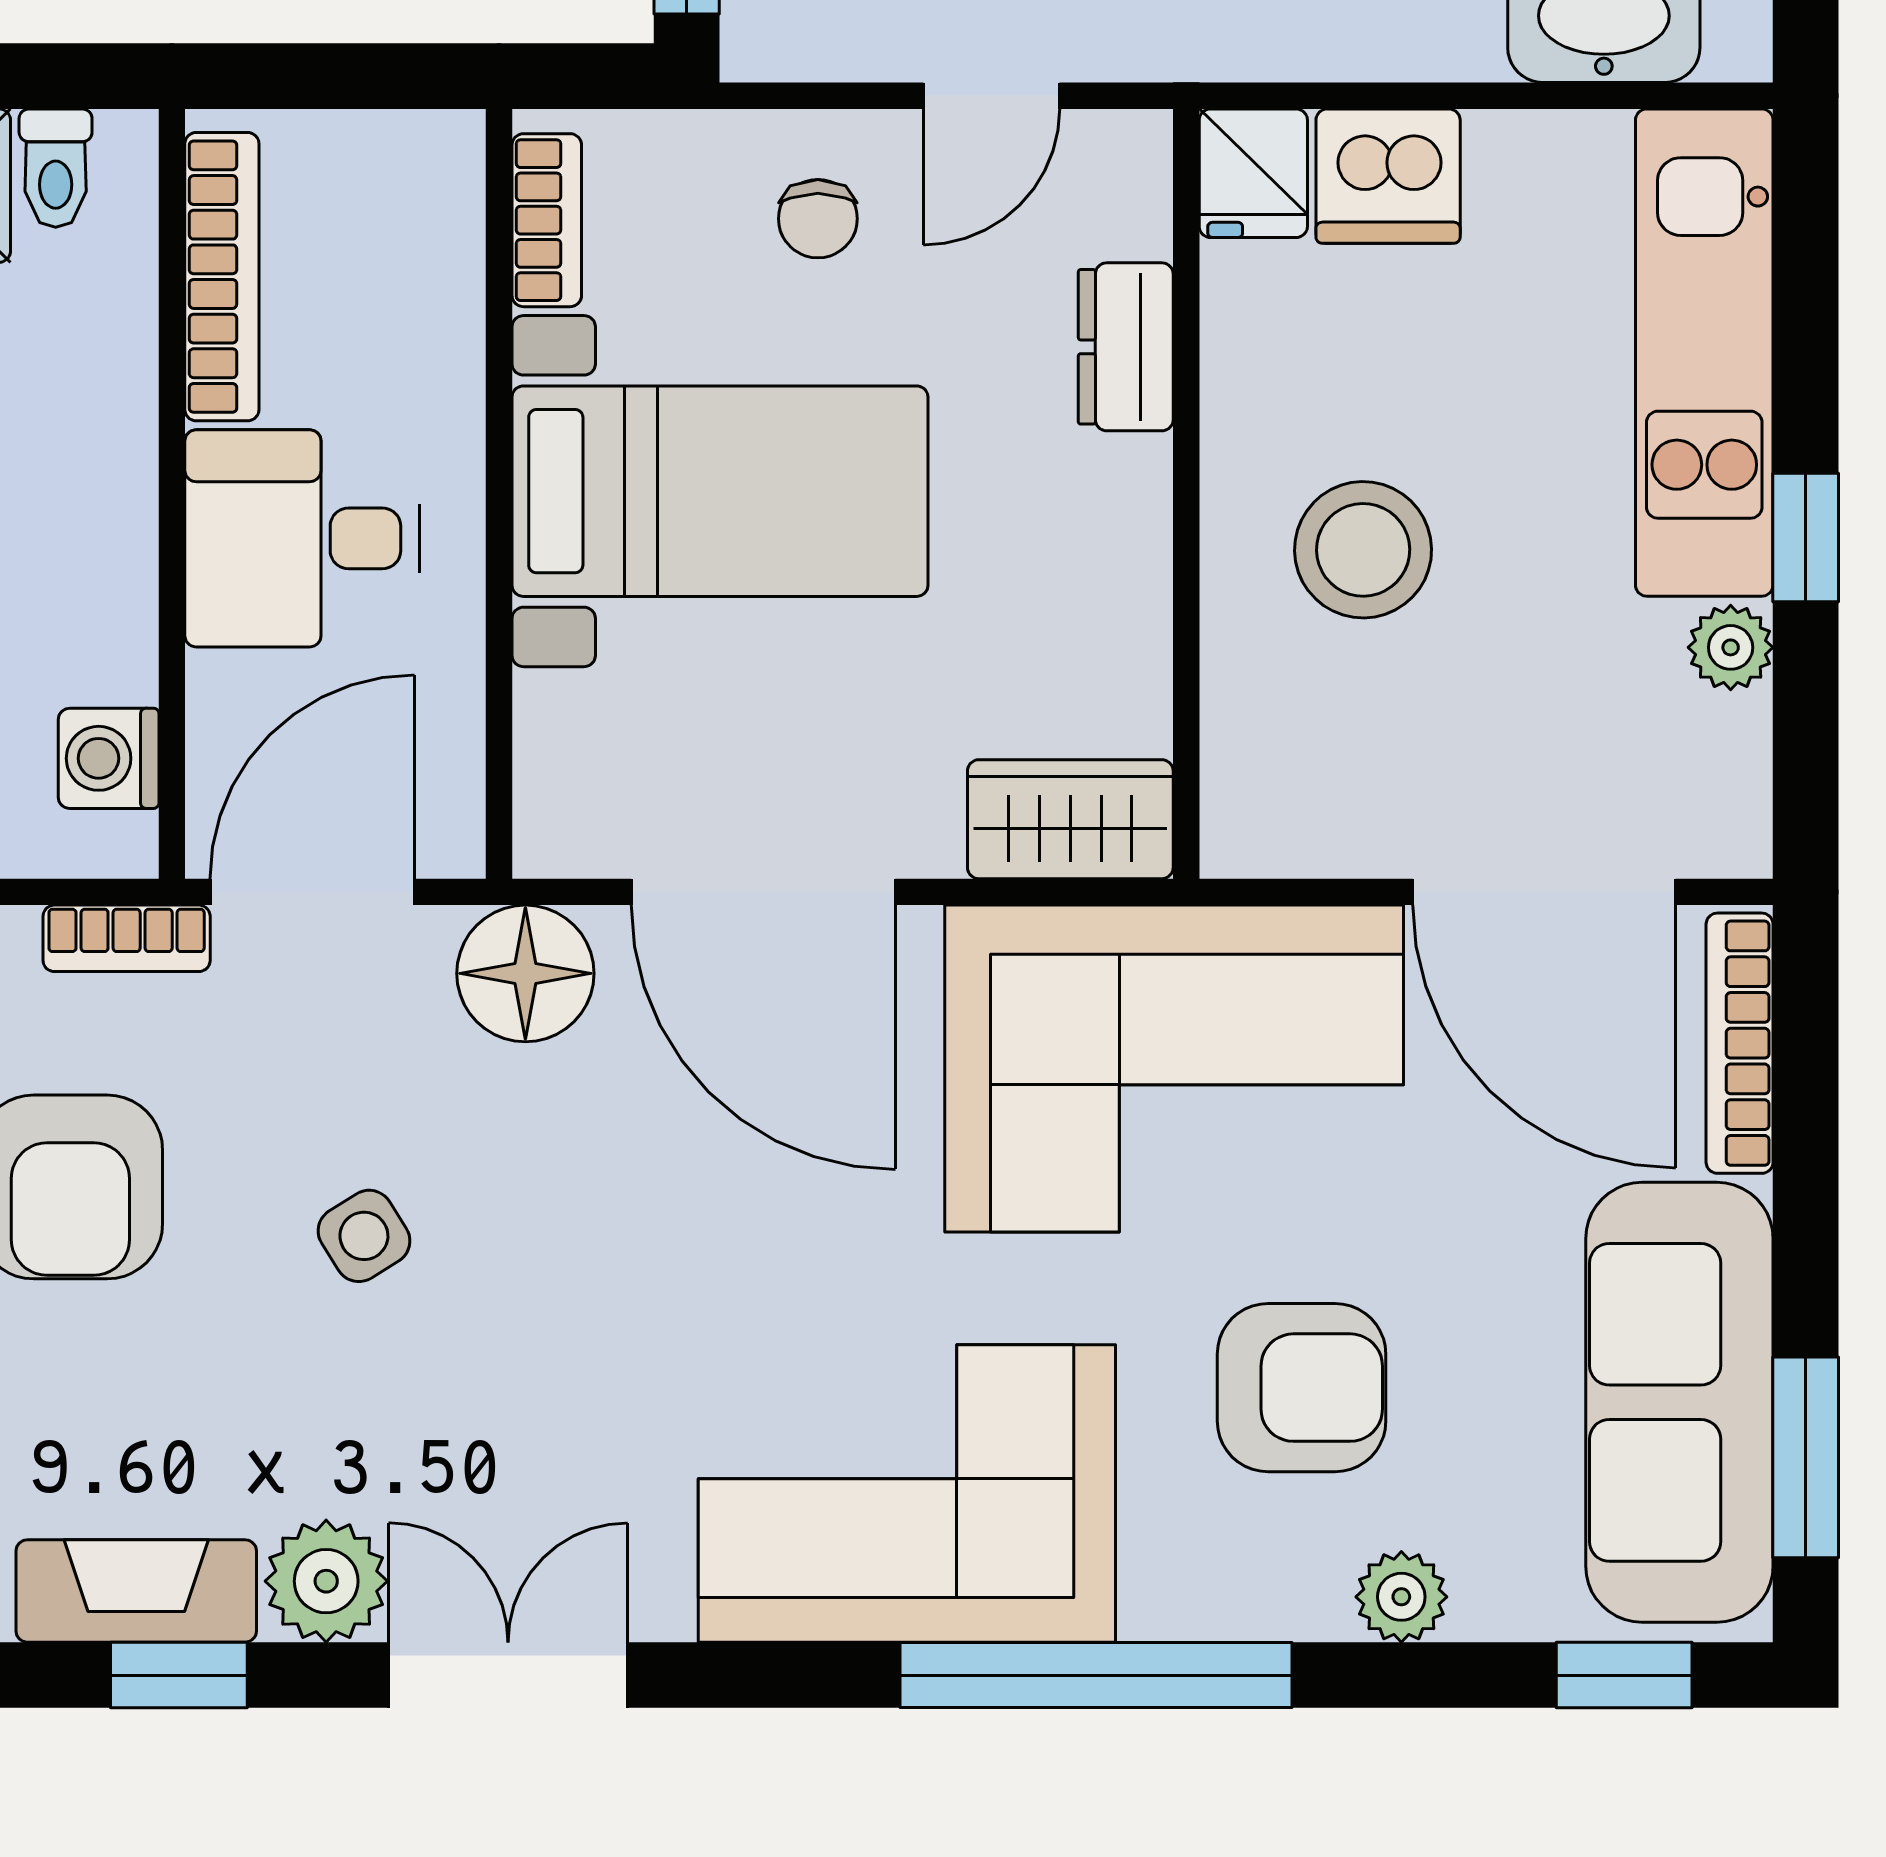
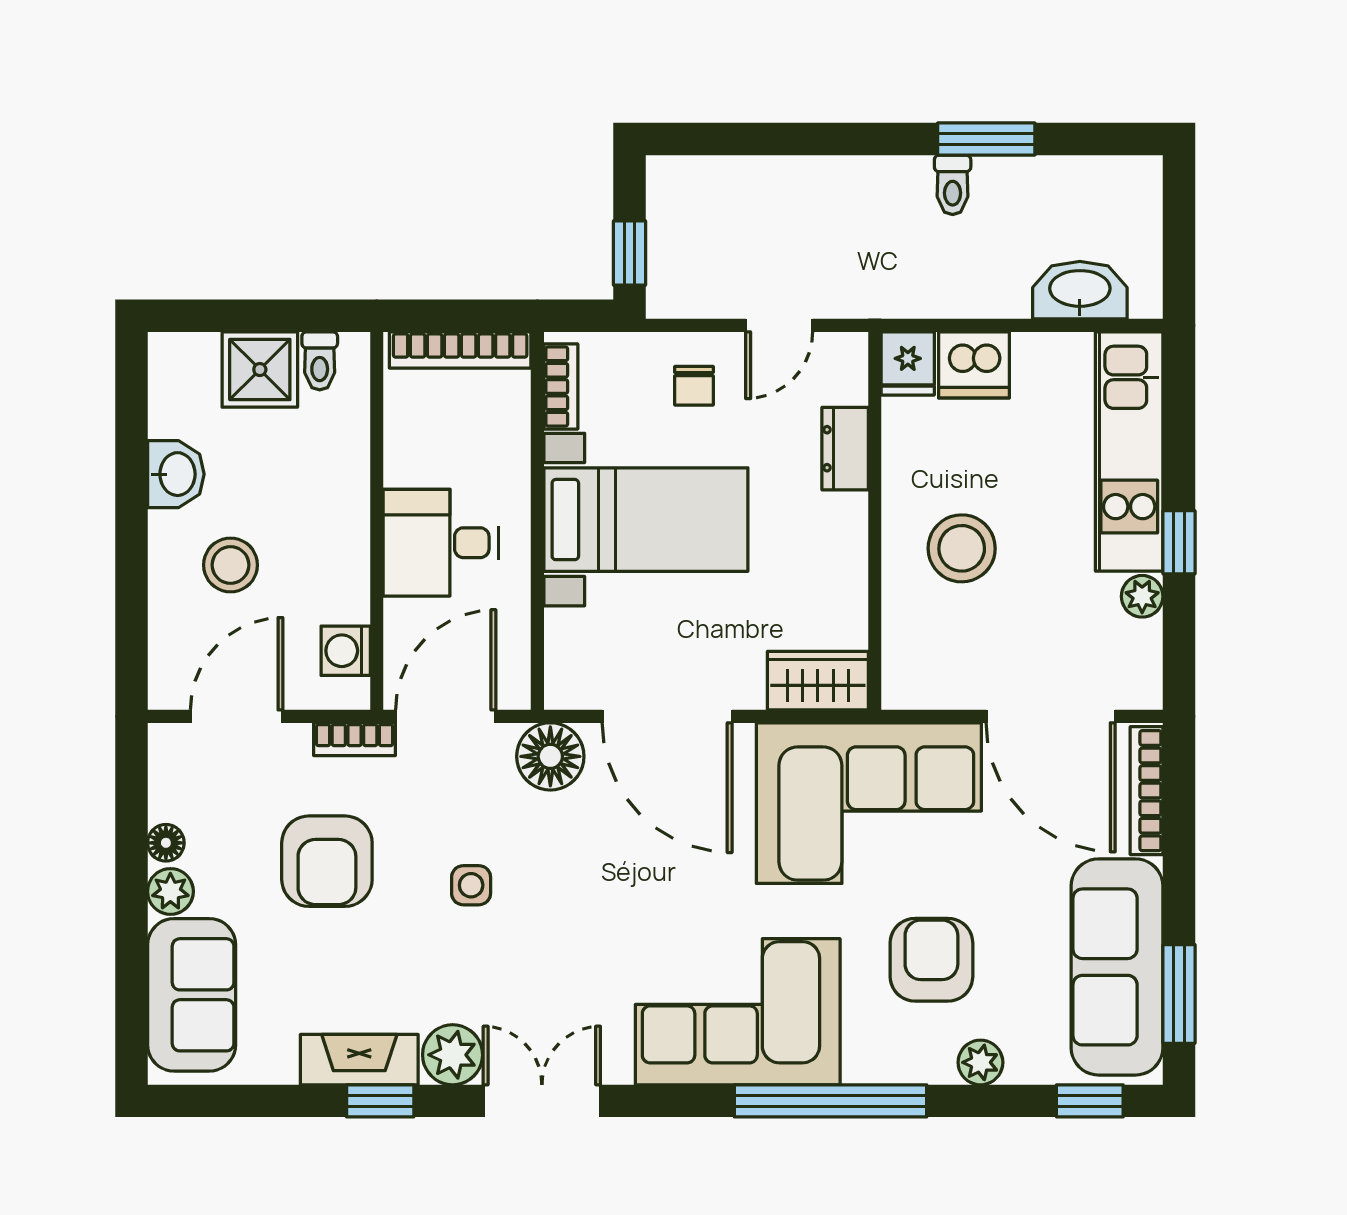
bookcase: (222, 277) -> (460, 350), moved, turned 90
side table: (364, 1236) -> (471, 885), turned 32
armchair: (1302, 1388) -> (931, 960), turned -90

